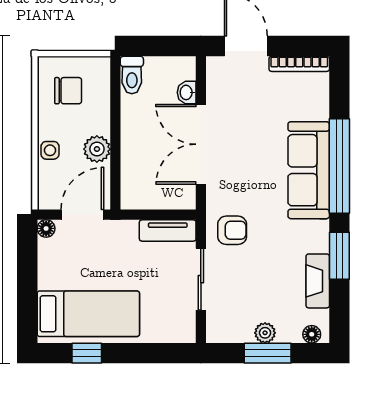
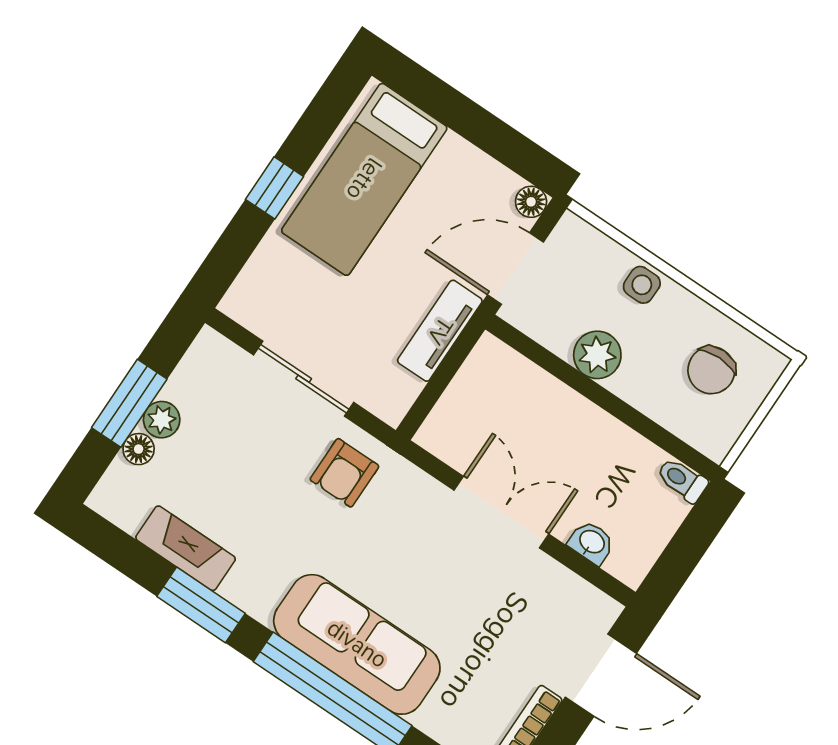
toilet: (132, 75) -> (682, 480), width x0.73, depth x0.72
double door: (201, 144) -> (501, 512), width x0.73
door: (82, 215) -> (515, 269), swing flipped
tv unit: (168, 231) -> (440, 331), moved
floor lamp: (312, 334) -> (139, 449), moved
window: (87, 353) -> (274, 188), moved

